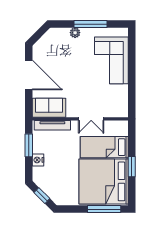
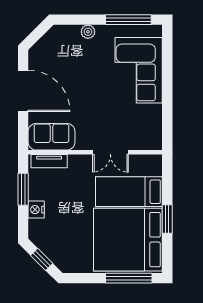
window: (90, 24) -> (128, 20), moved
tv unit: (52, 125) -> (49, 161), width x0.71

